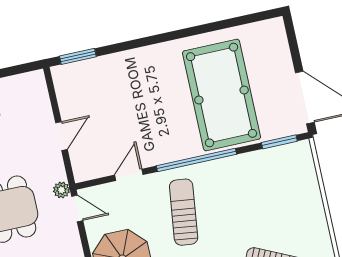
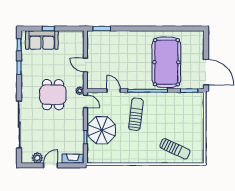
door: (61, 136) -> (85, 65), swing flipped
door: (129, 175) -> (114, 91), hinge flipped

